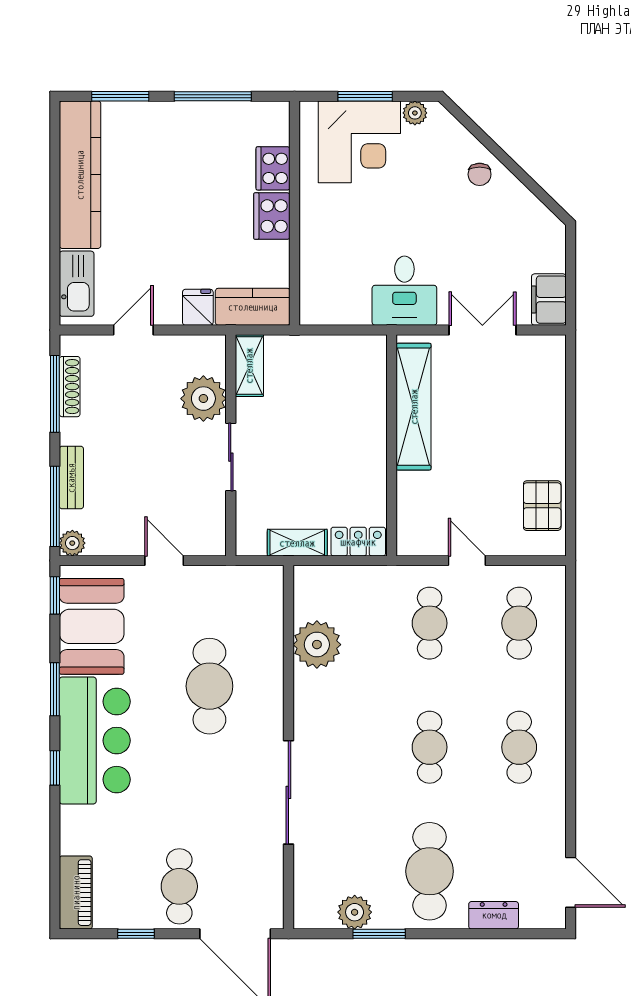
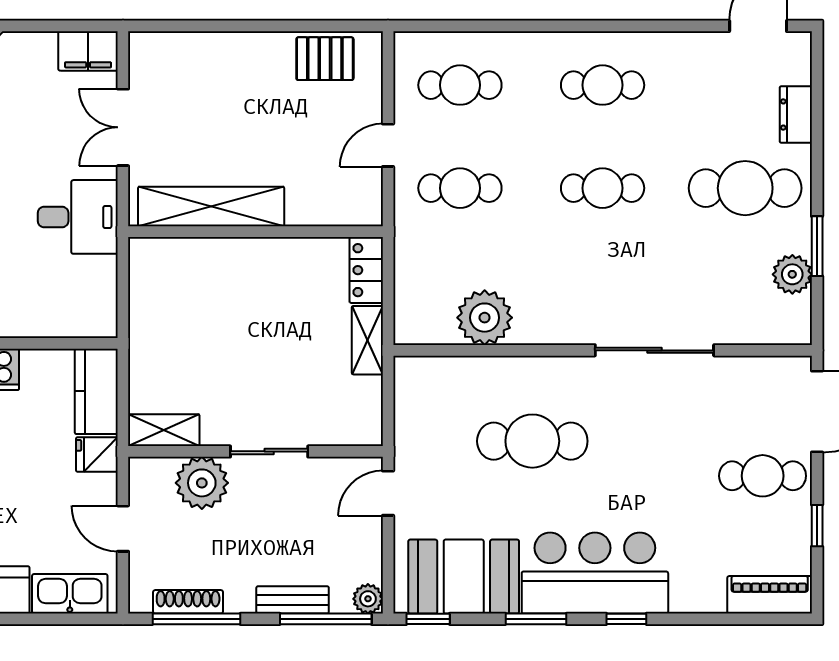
shelving: (249, 366) -> (164, 430), moved
plant: (203, 399) -> (202, 483), moved
wall: (231, 445) -> (256, 451), moved
sliding door: (231, 457) -> (269, 451), moved

